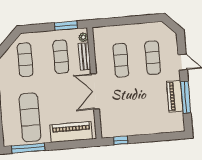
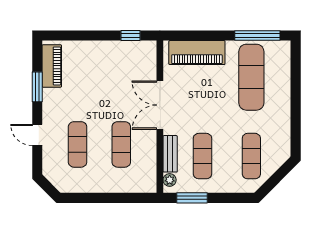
double door: (95, 91) -> (160, 105), swing flipped
piano: (175, 96) -> (52, 66), moved
window: (186, 97) -> (37, 87), width x0.69

